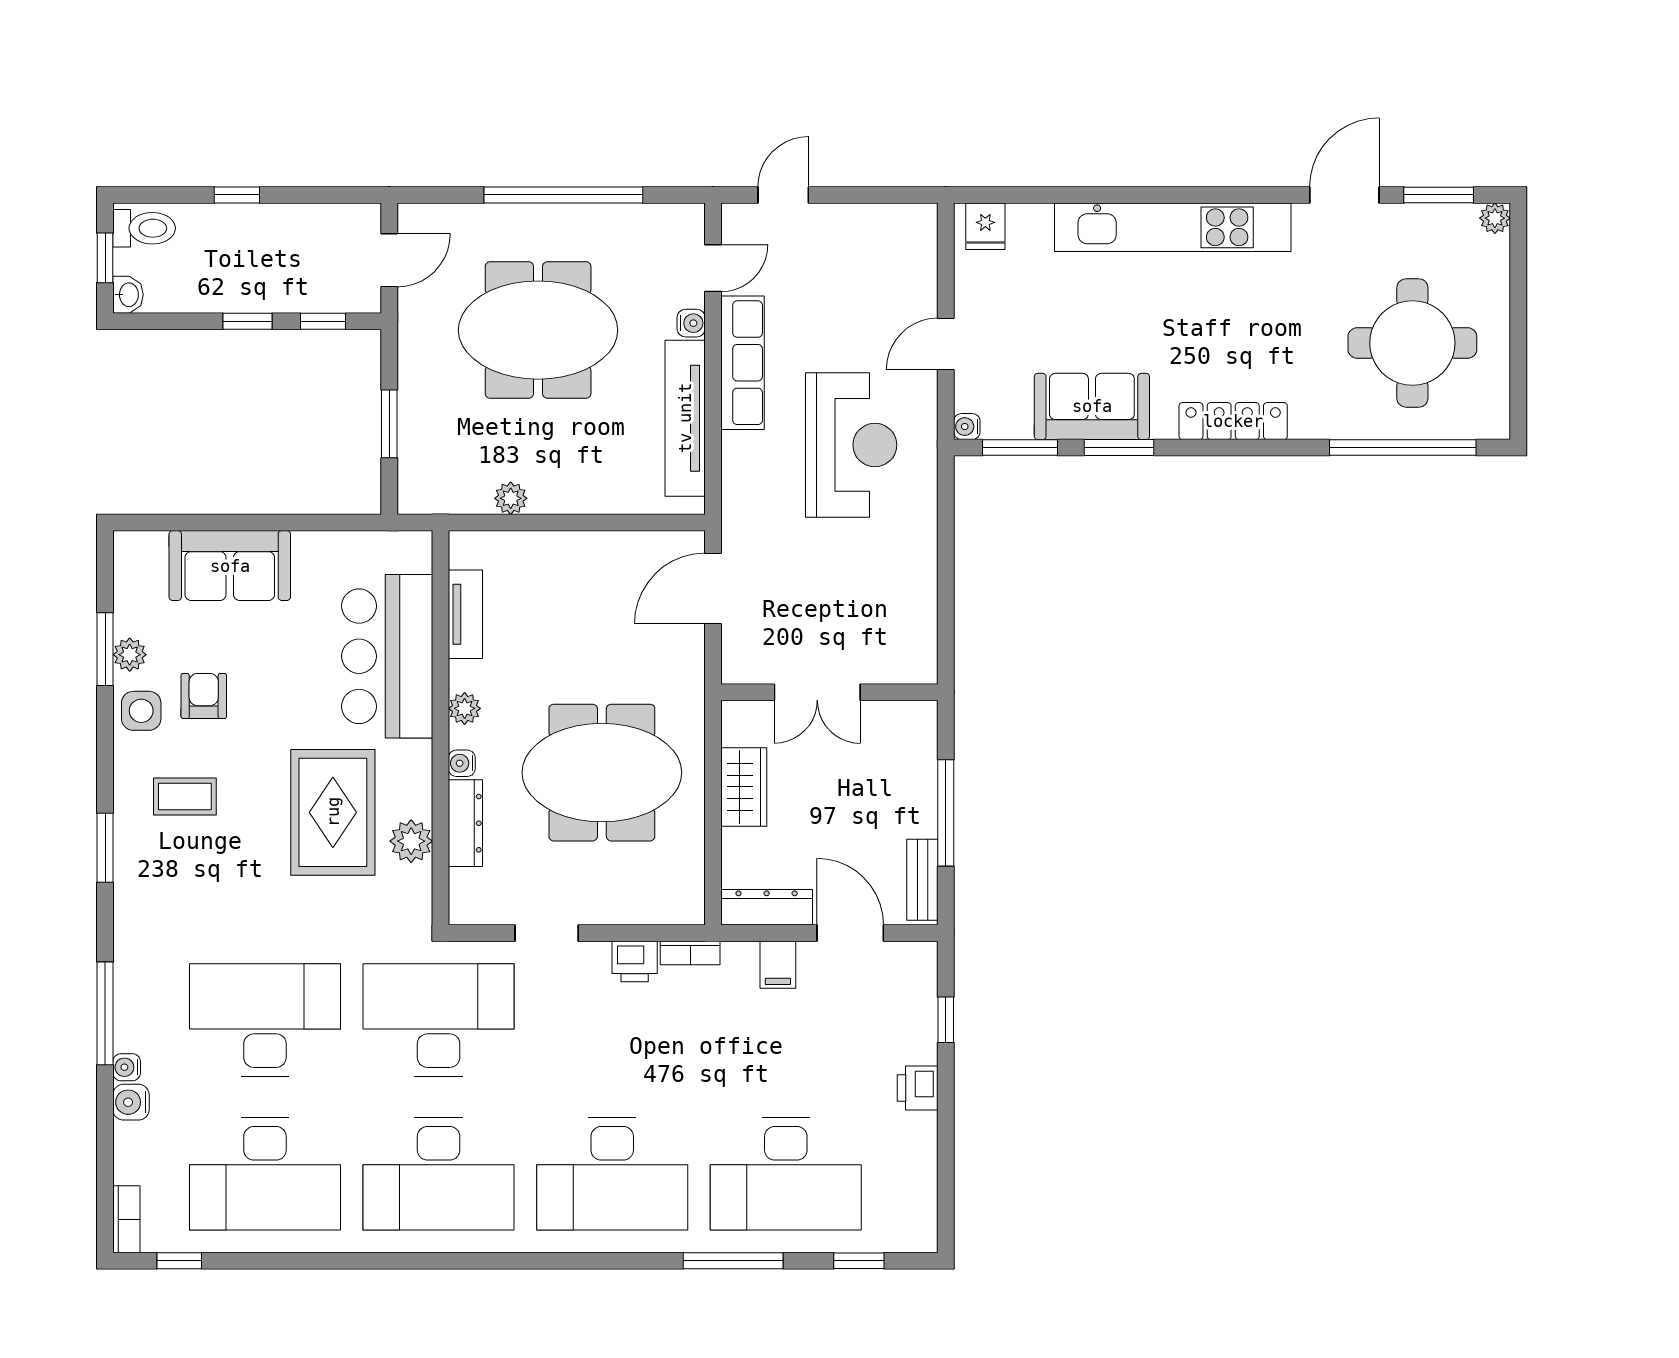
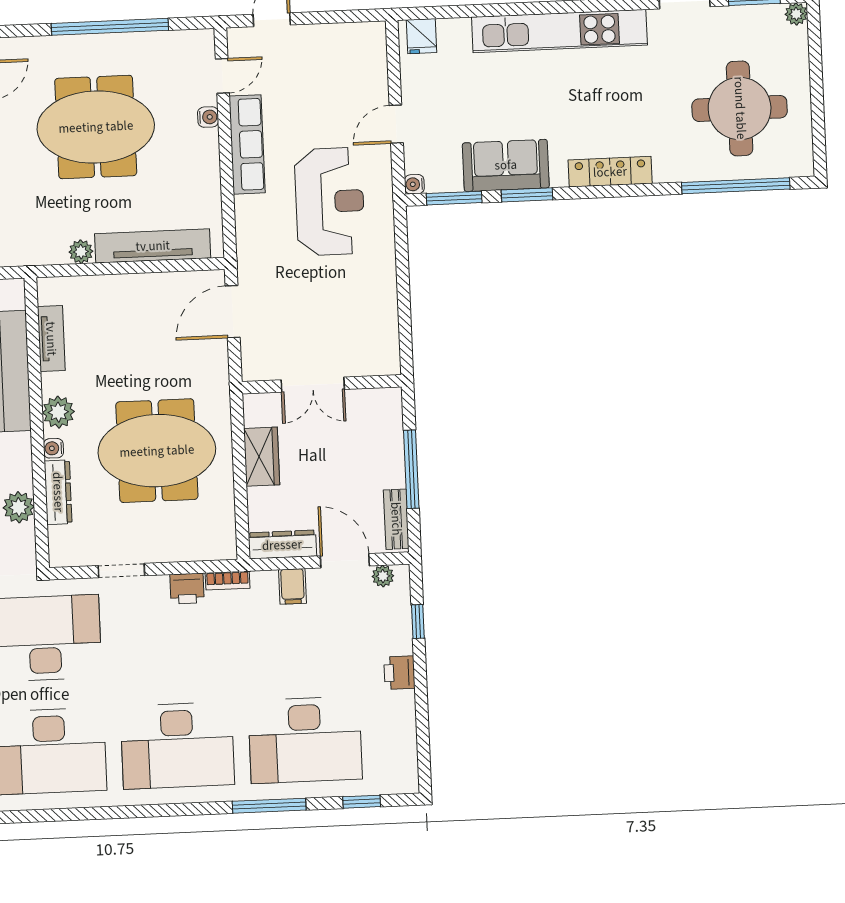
tv unit: (685, 418) -> (153, 246), moved, turned 90
plant: (465, 708) -> (58, 412), width x1.38, depth x1.38
plant: (901, 956) -> (383, 576), added

